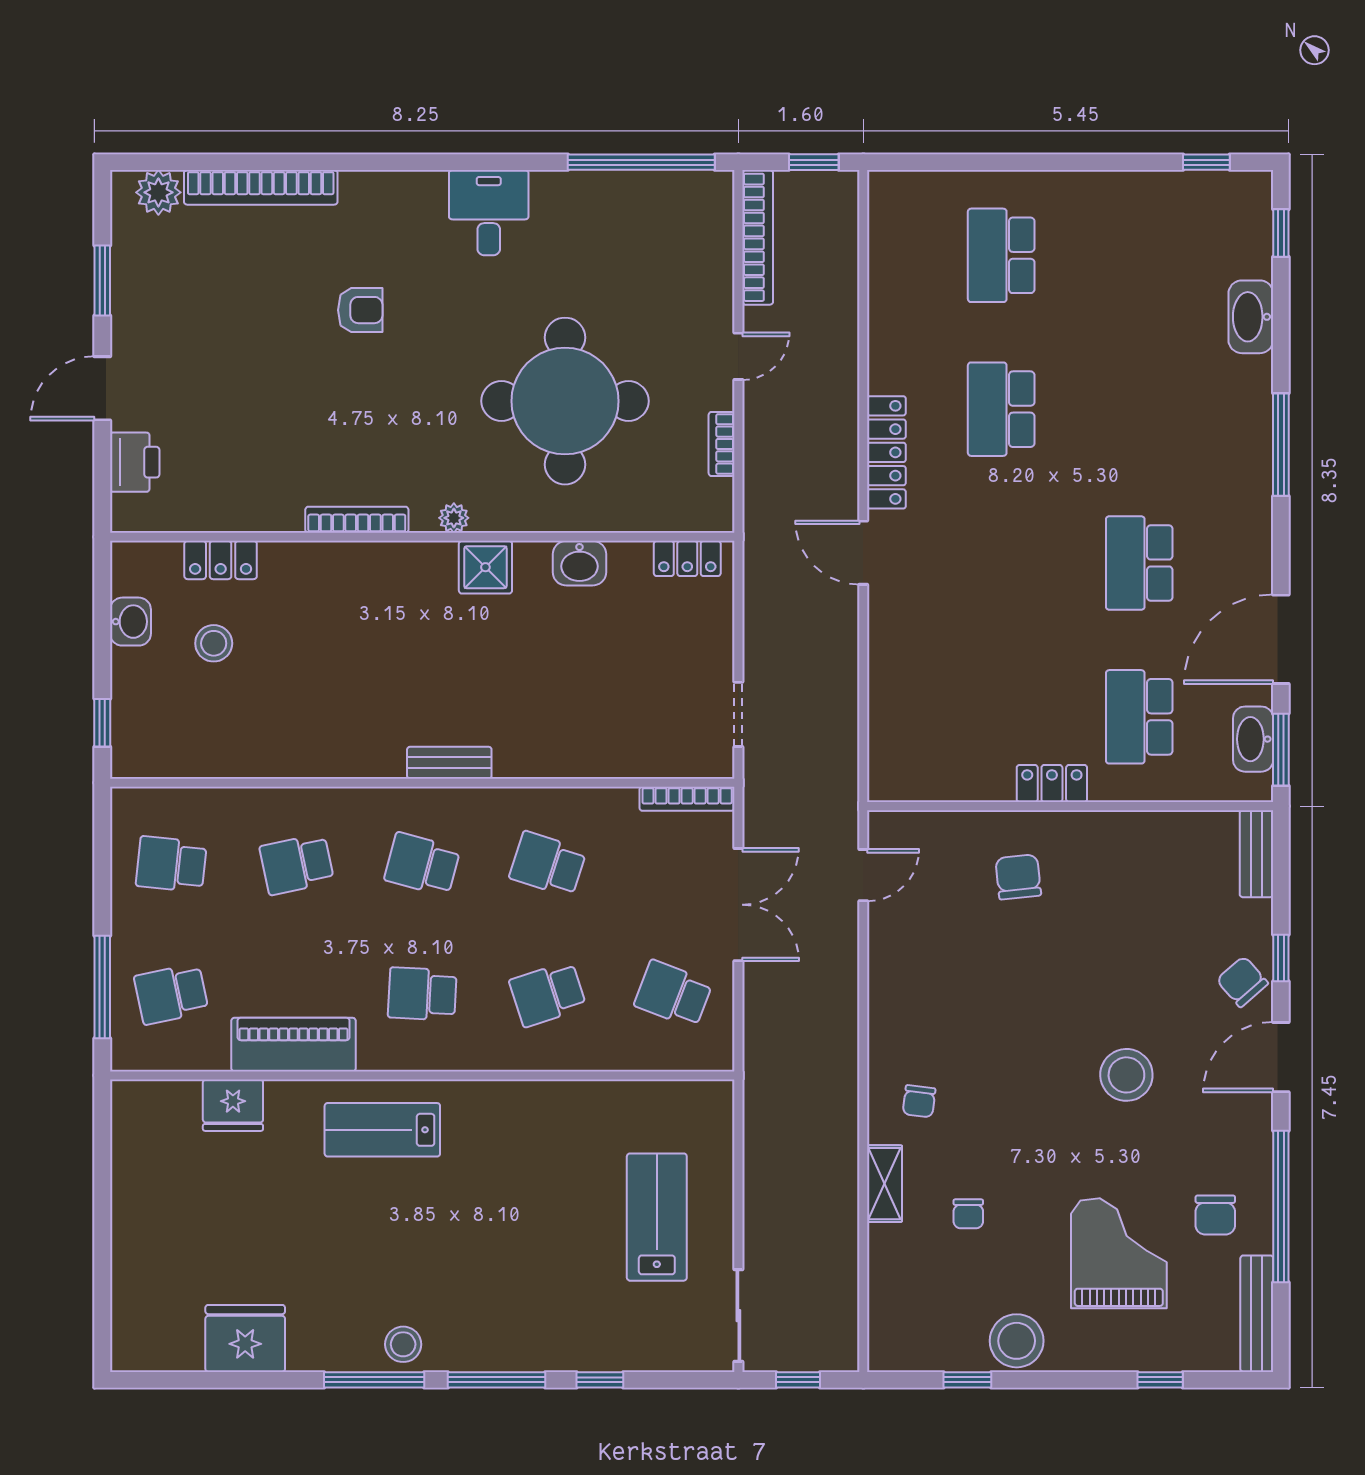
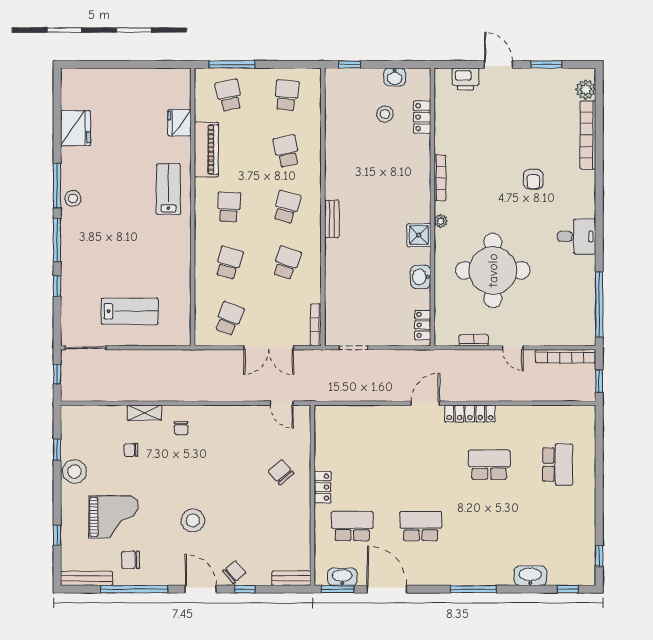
school desk: (1001, 255) -> (558, 465), turned 90
chair: (1018, 877) -> (281, 472), turned -125
school desk: (548, 994) -> (229, 263), turned 33
chair: (919, 1101) -> (181, 428), turned -97

